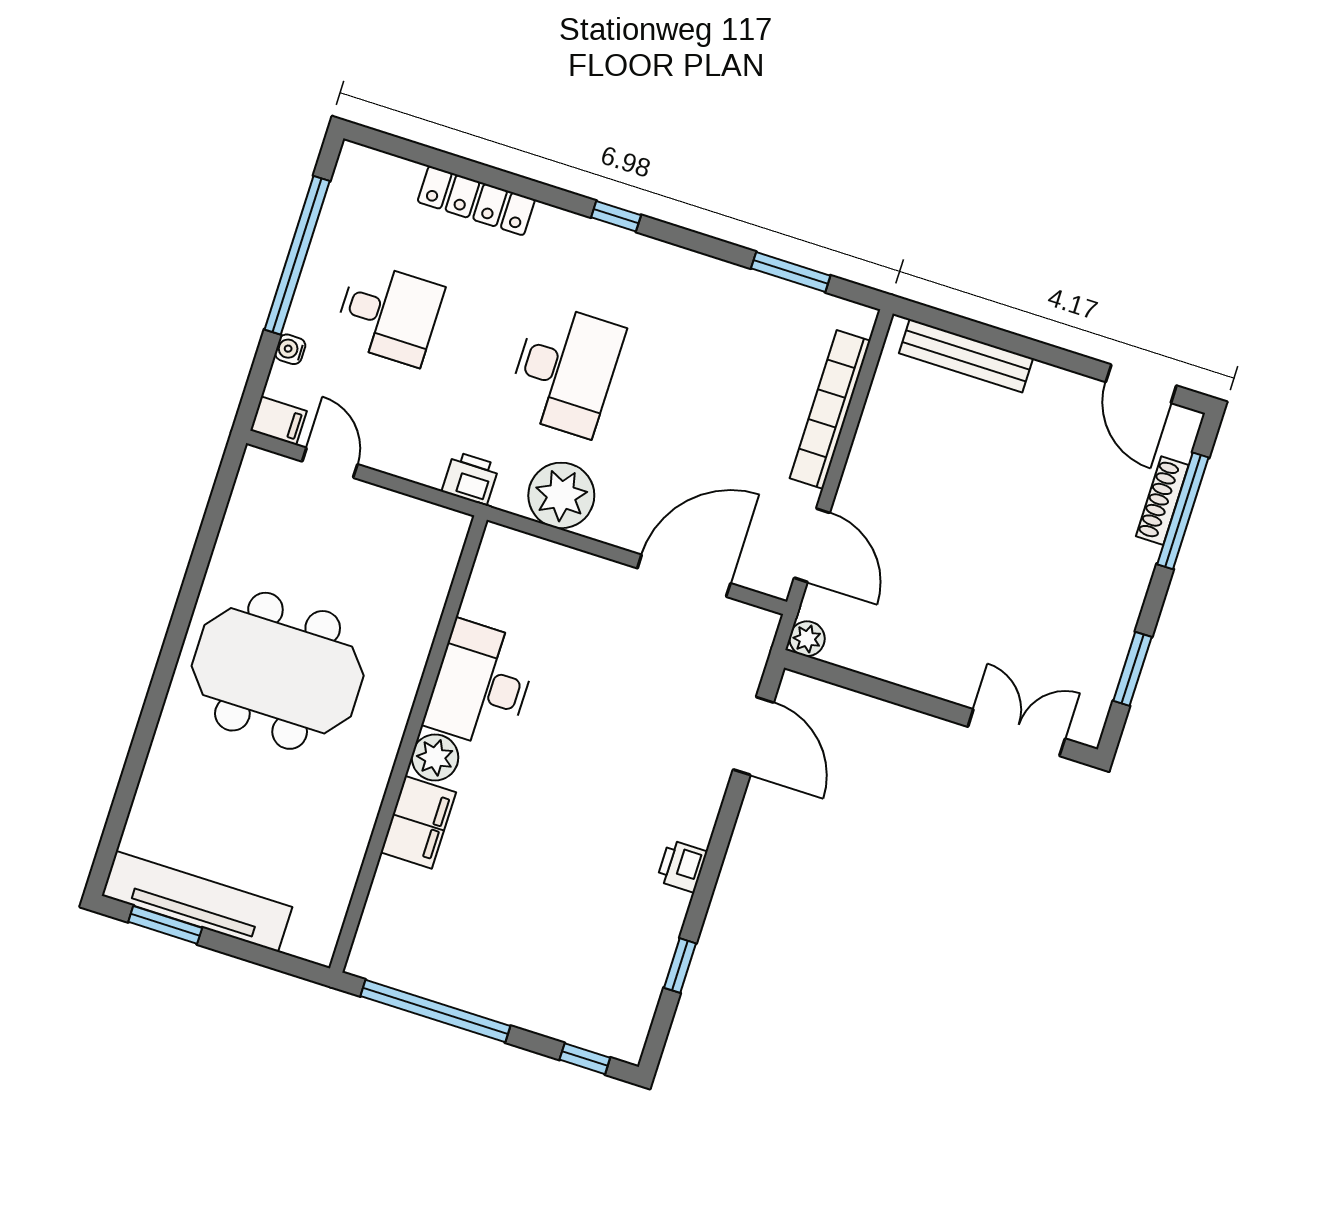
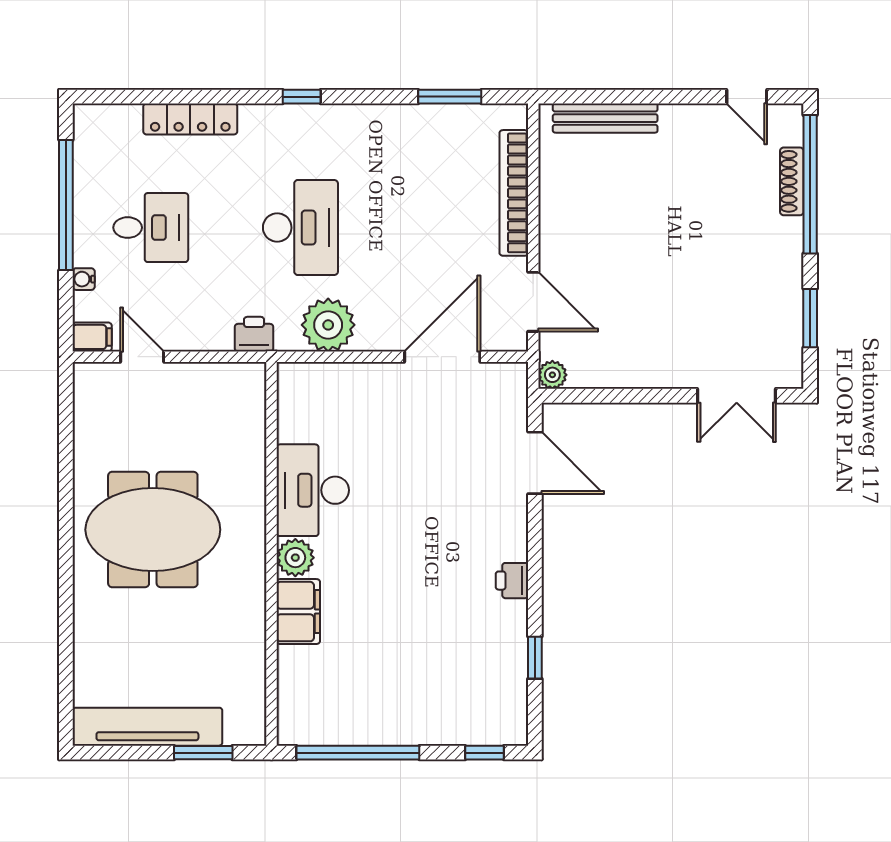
door: (1141, 384) -> (747, 97), width x0.73
window: (1183, 511) -> (810, 184), width x1.46
double door: (1016, 733) -> (737, 396), swing flipped
window: (165, 925) -> (203, 753), moved

